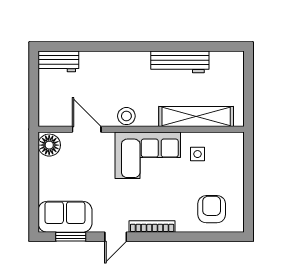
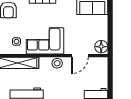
door: (87, 129) -> (80, 56), hinge flipped

